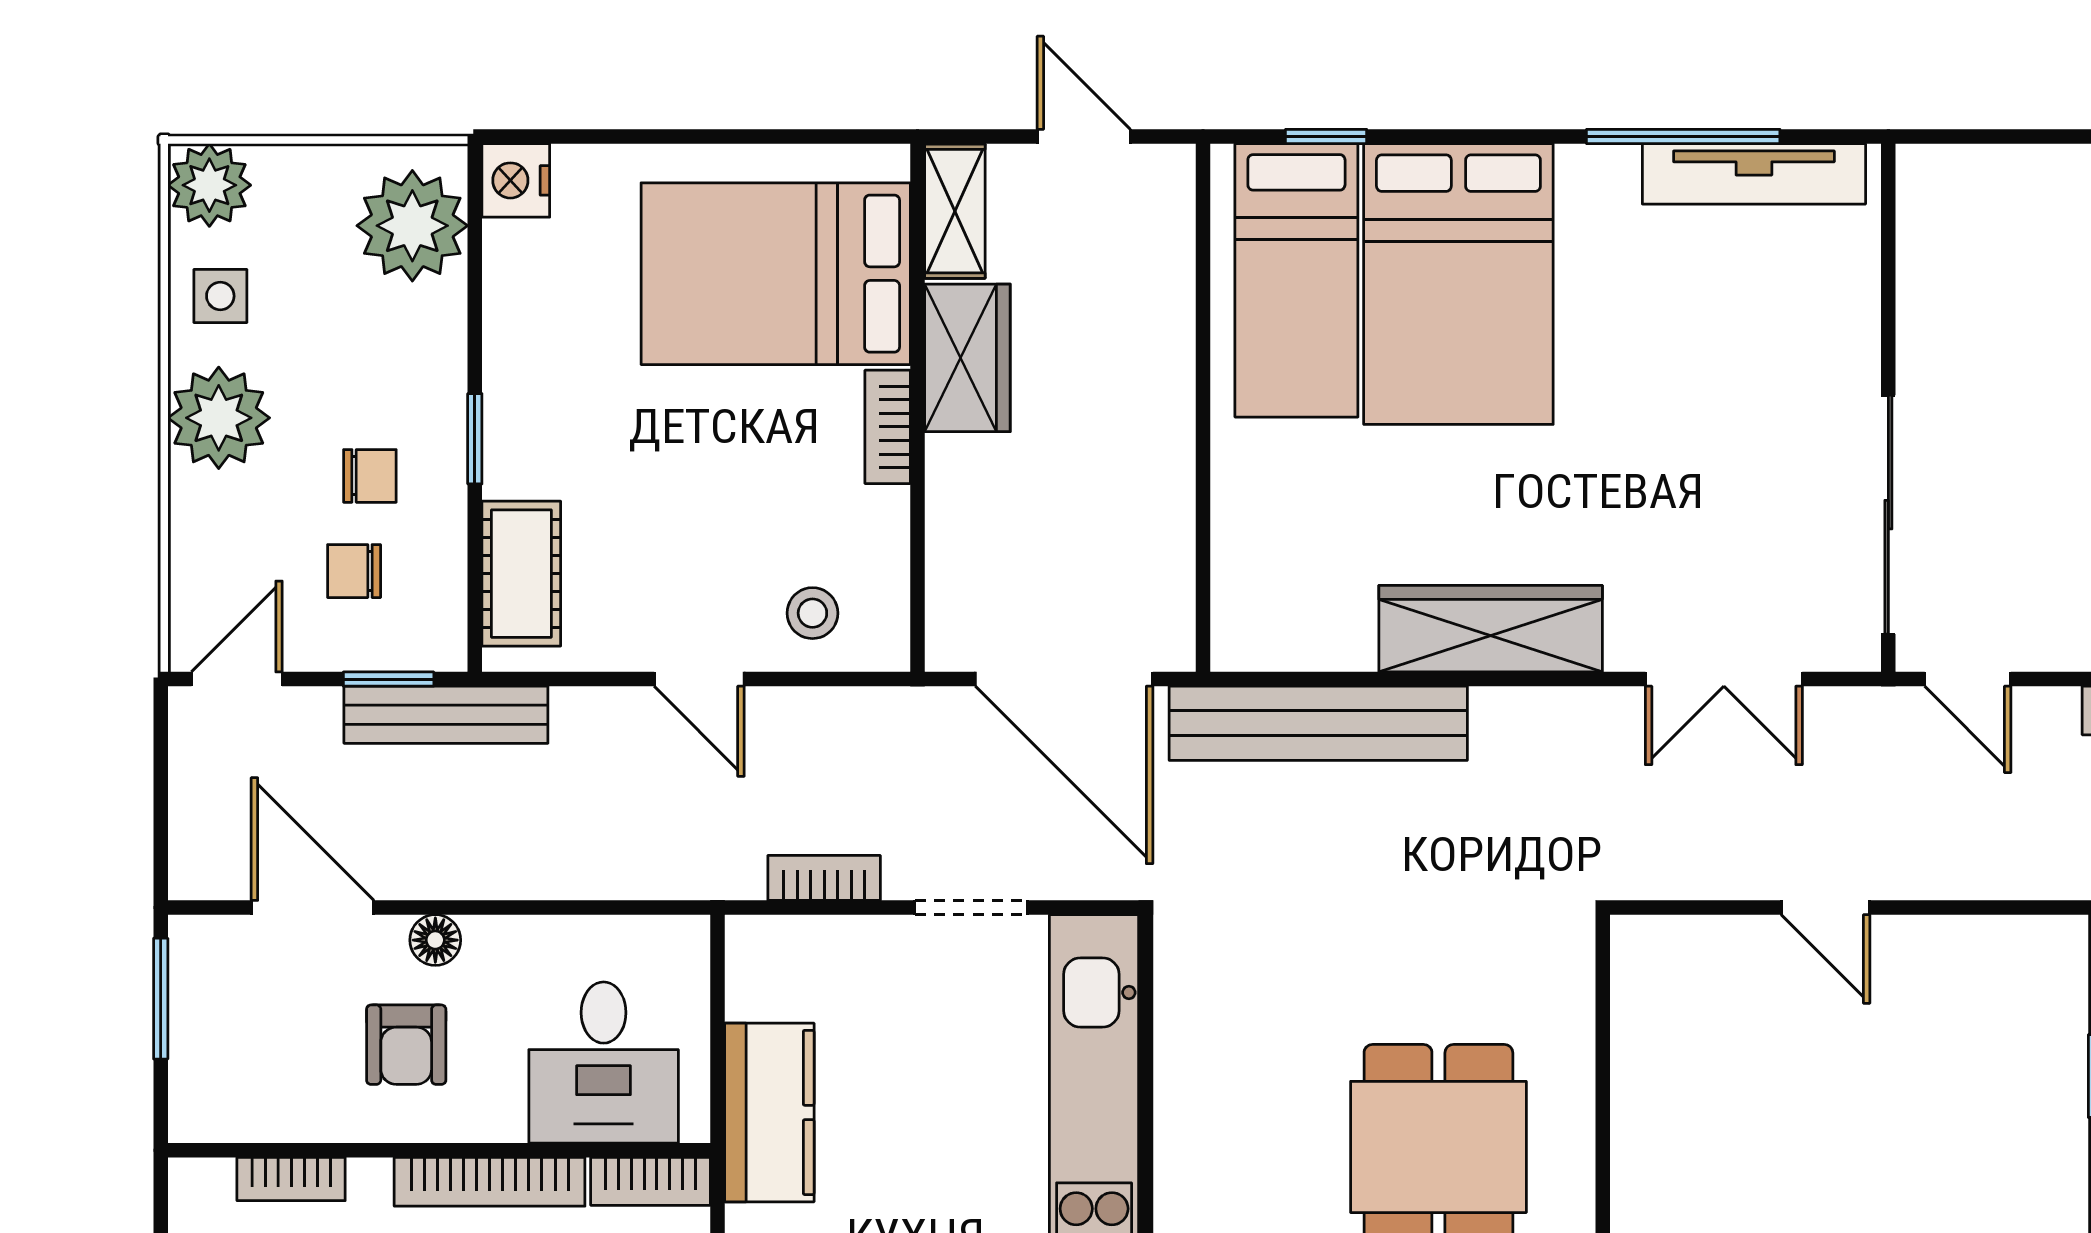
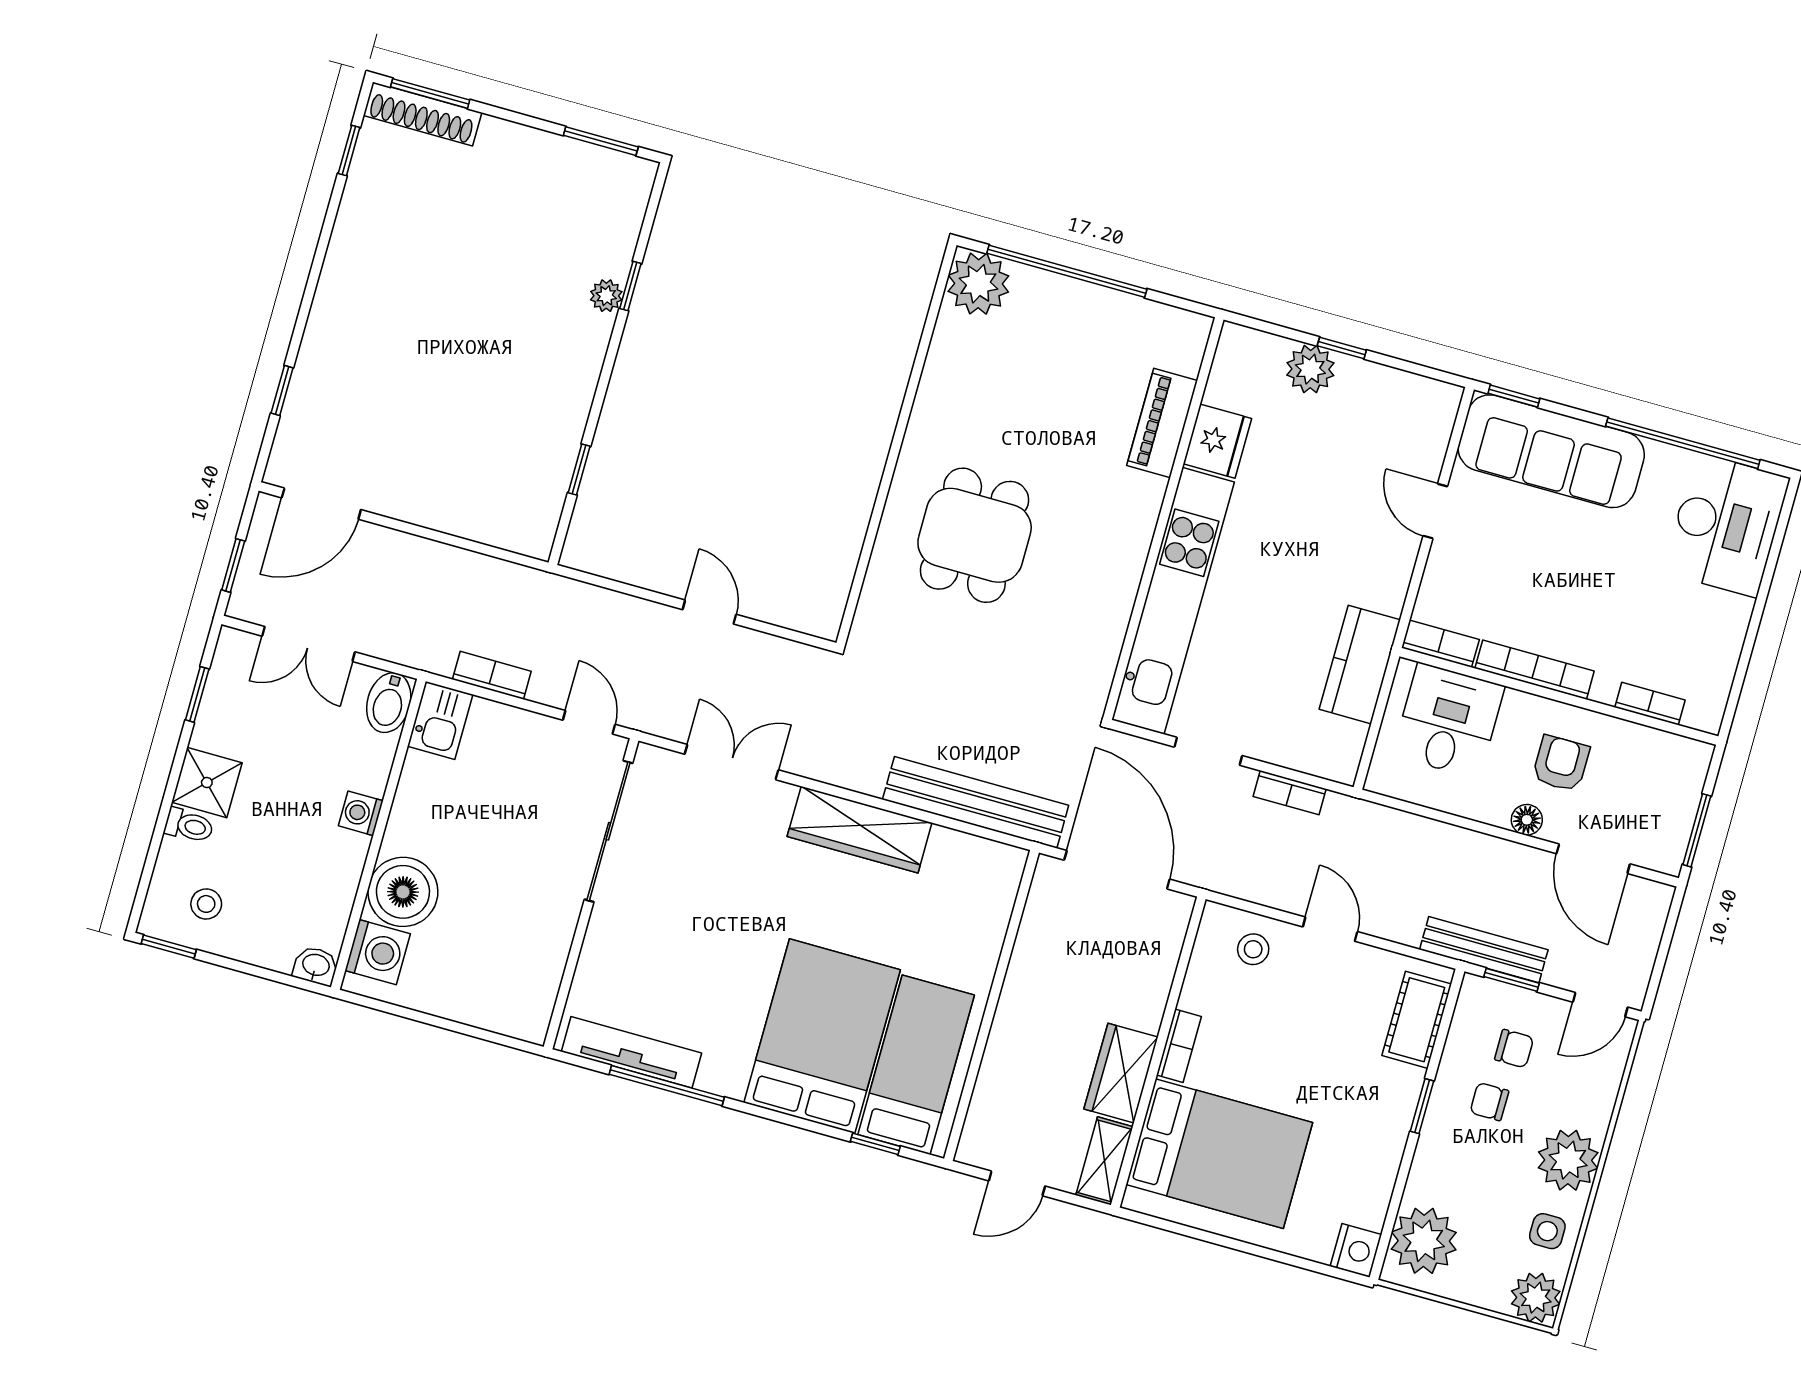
door: (1084, 136) -> (1017, 1183), hinge flipped

